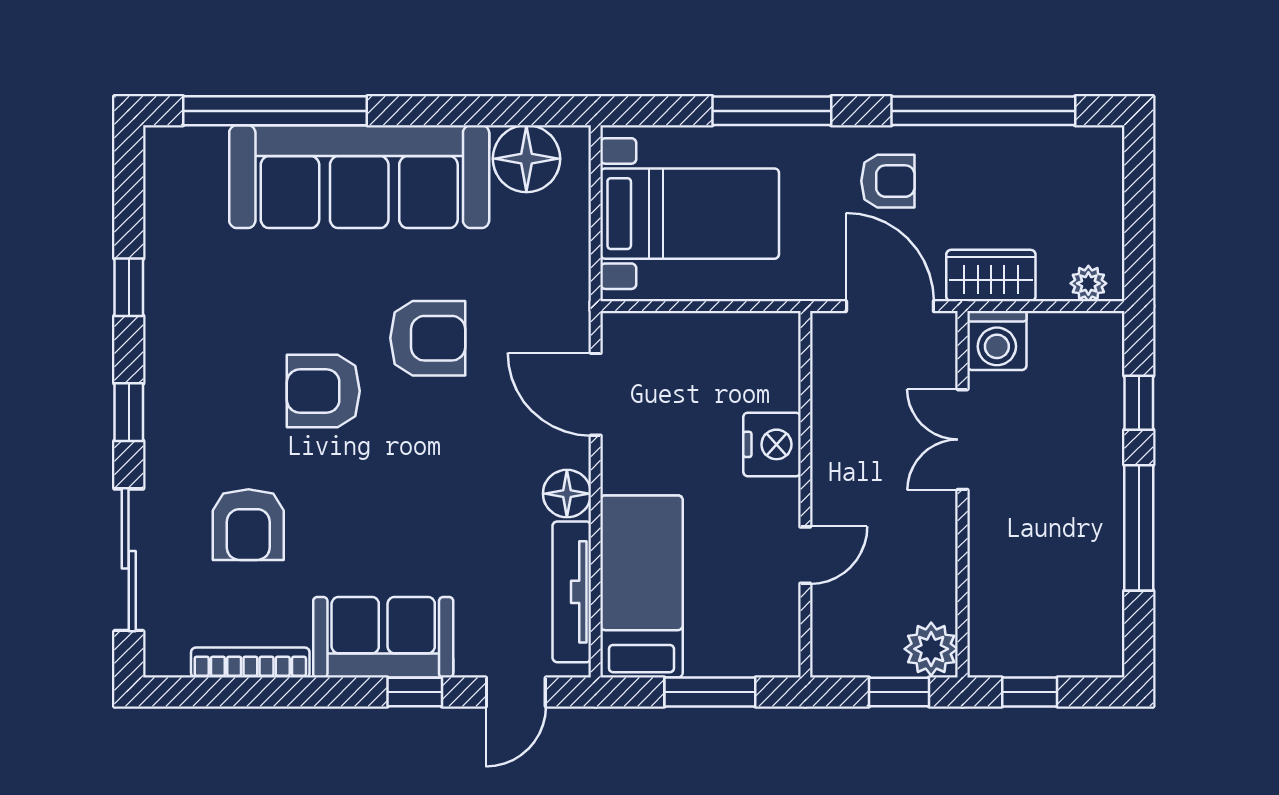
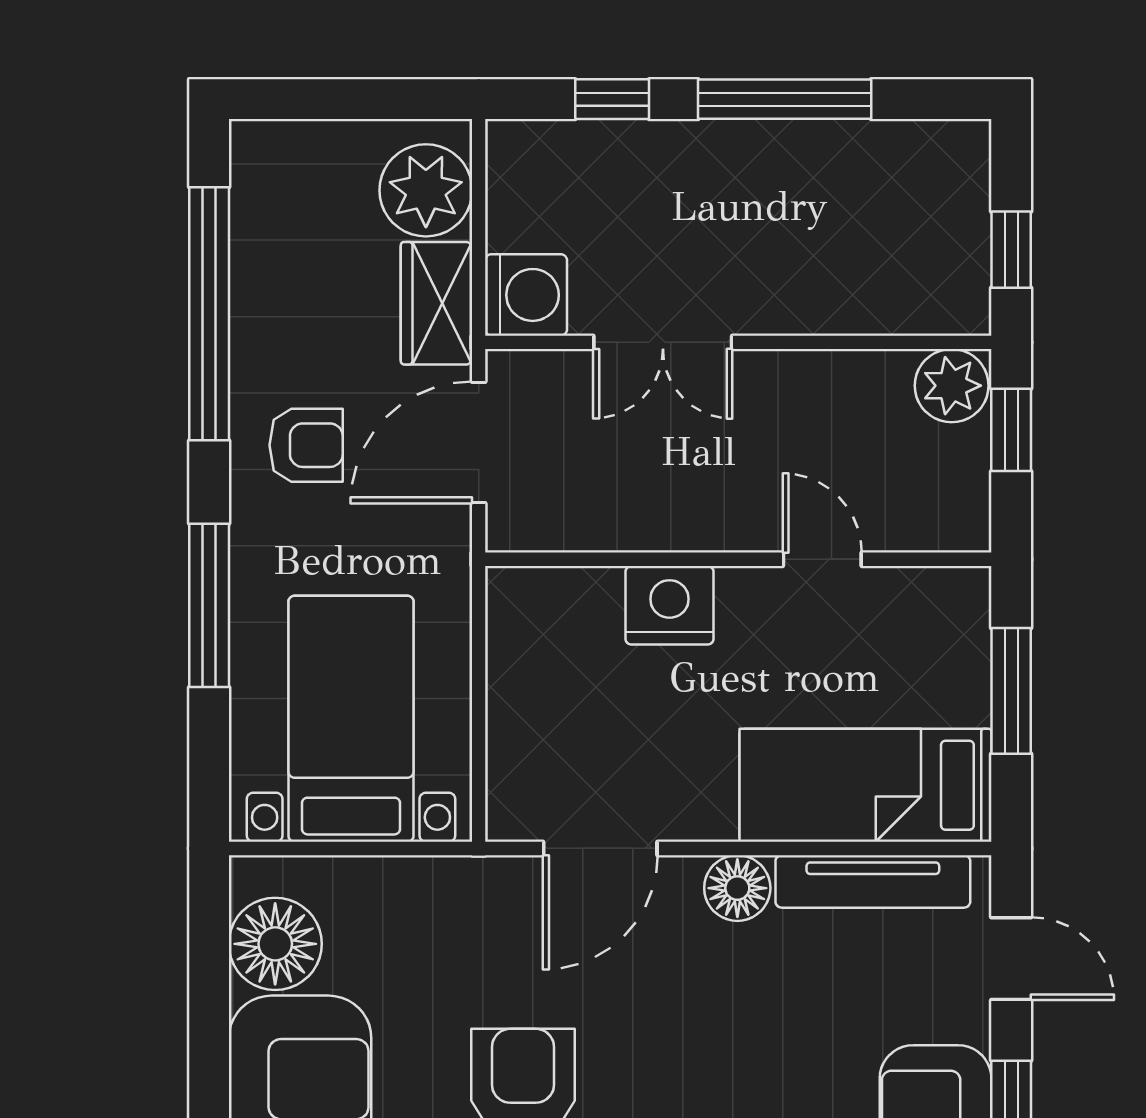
armchair: (888, 181) -> (306, 445), turned 90
plant: (1088, 283) -> (426, 190), width x1.88, depth x1.88

